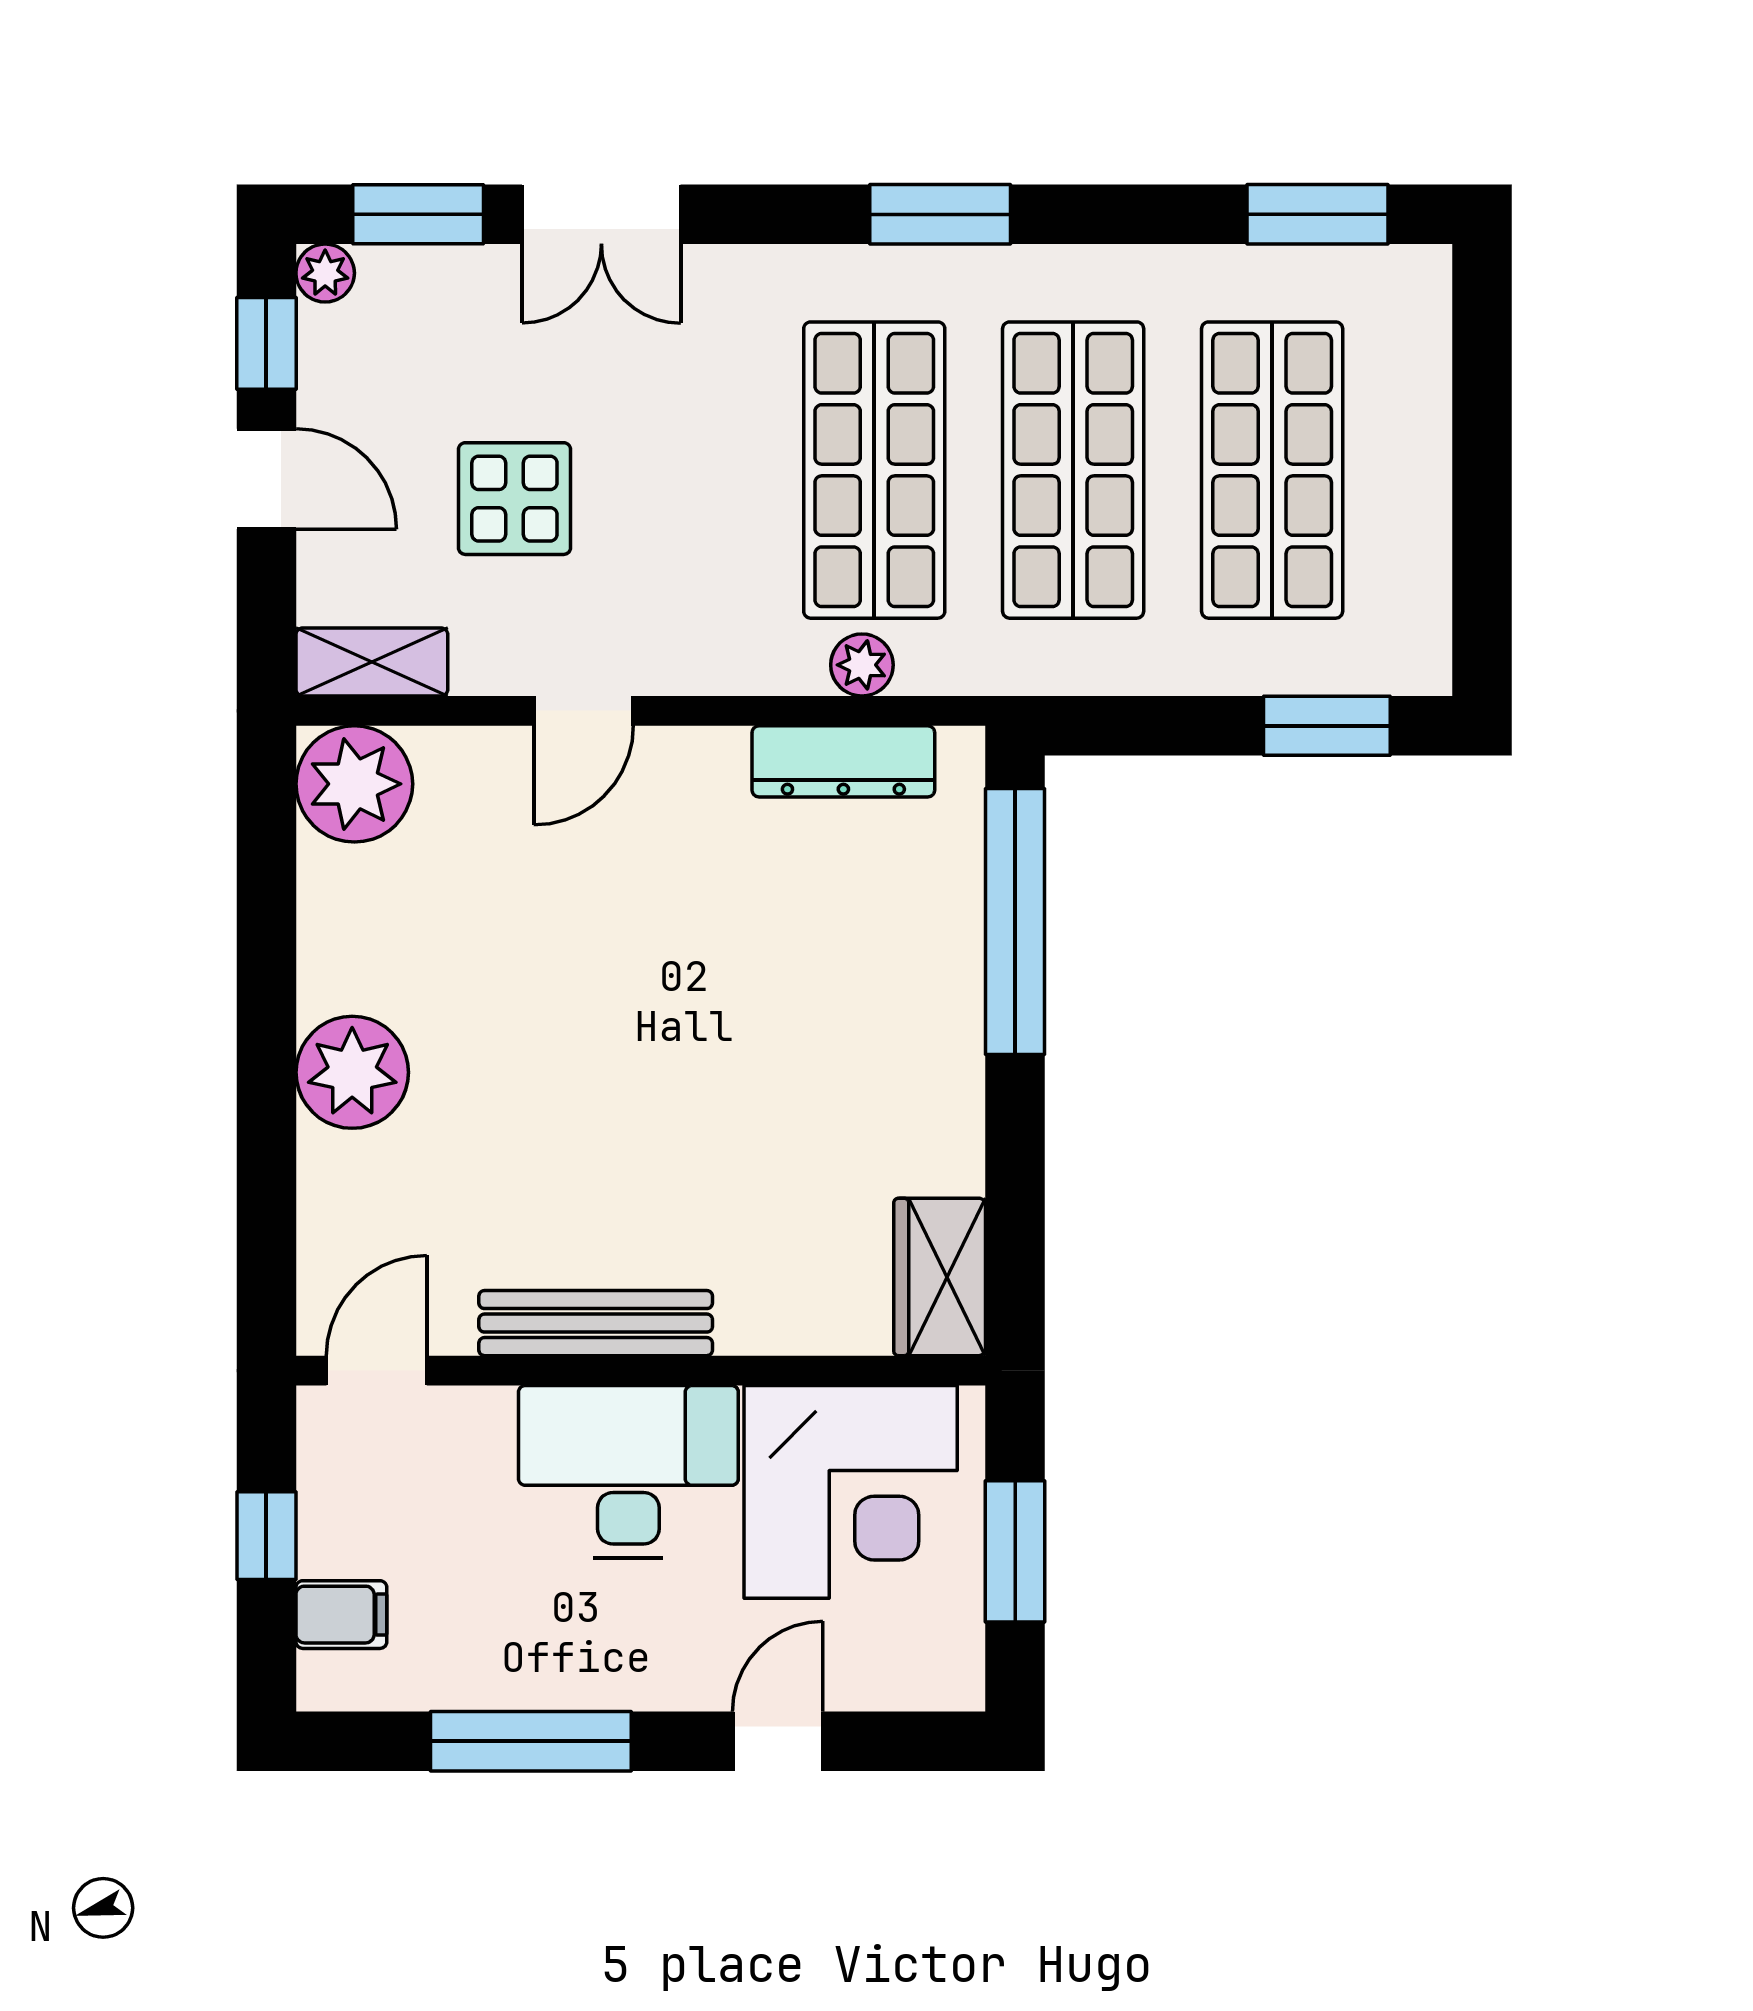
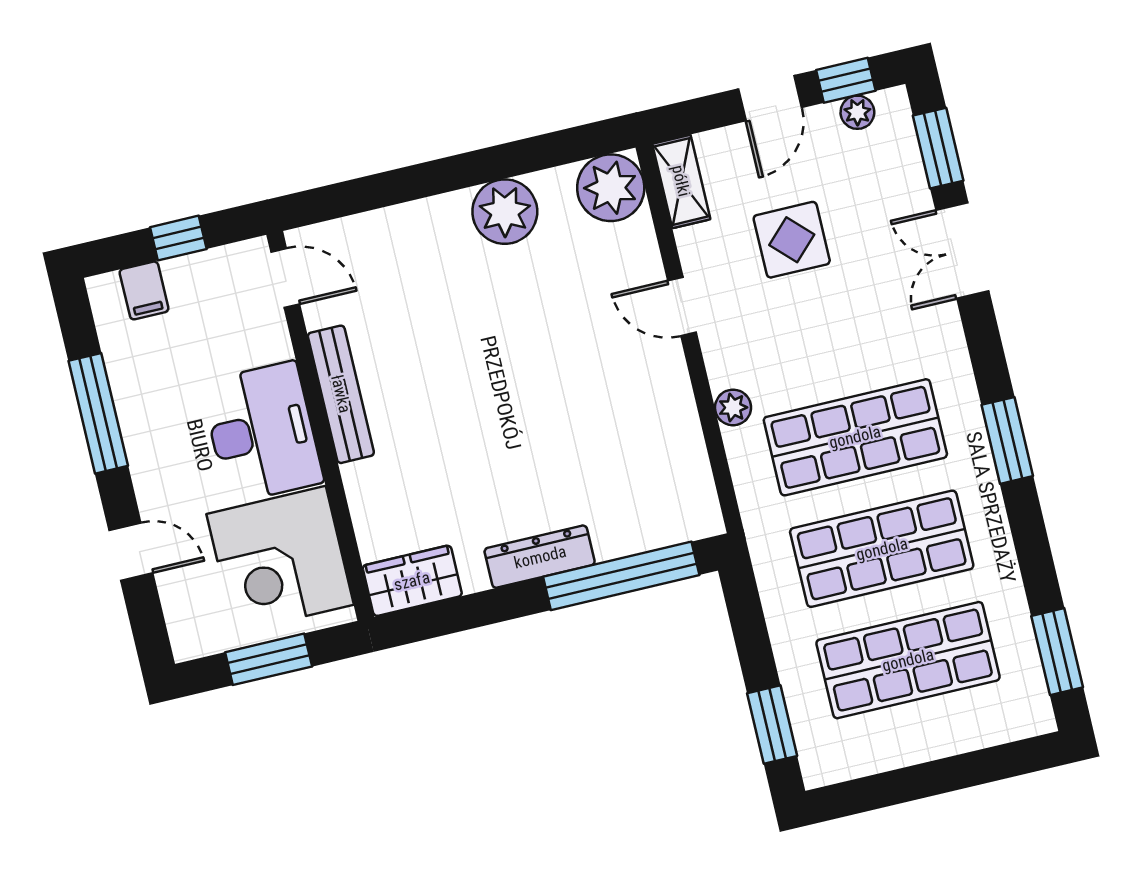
plant: (325, 273) -> (857, 112), moved
plant: (862, 665) -> (733, 407), moved
dresser: (843, 761) -> (540, 557), moved, turned 90
plant: (352, 1072) -> (505, 212), moved

